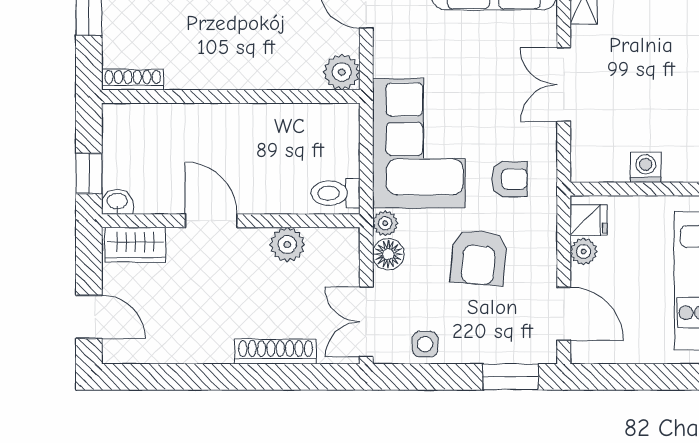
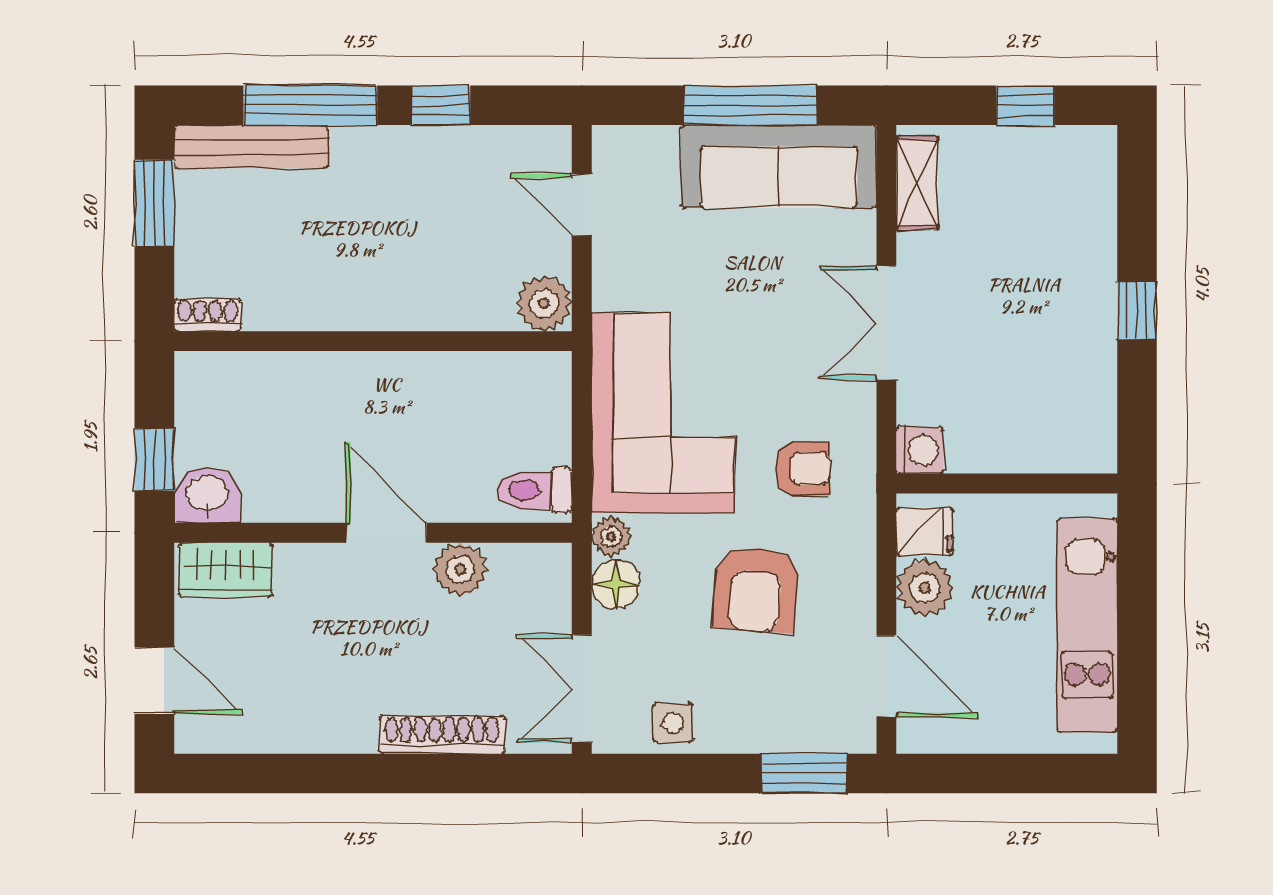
shoe rack: (133, 80) -> (207, 315), width x0.70
washing machine: (646, 167) -> (920, 450), moved, turned 90
washbasin: (117, 202) -> (207, 495), width x1.38, depth x1.45
door: (211, 221) -> (387, 533), moved
plant: (584, 252) -> (925, 588), width x1.38, depth x1.38

